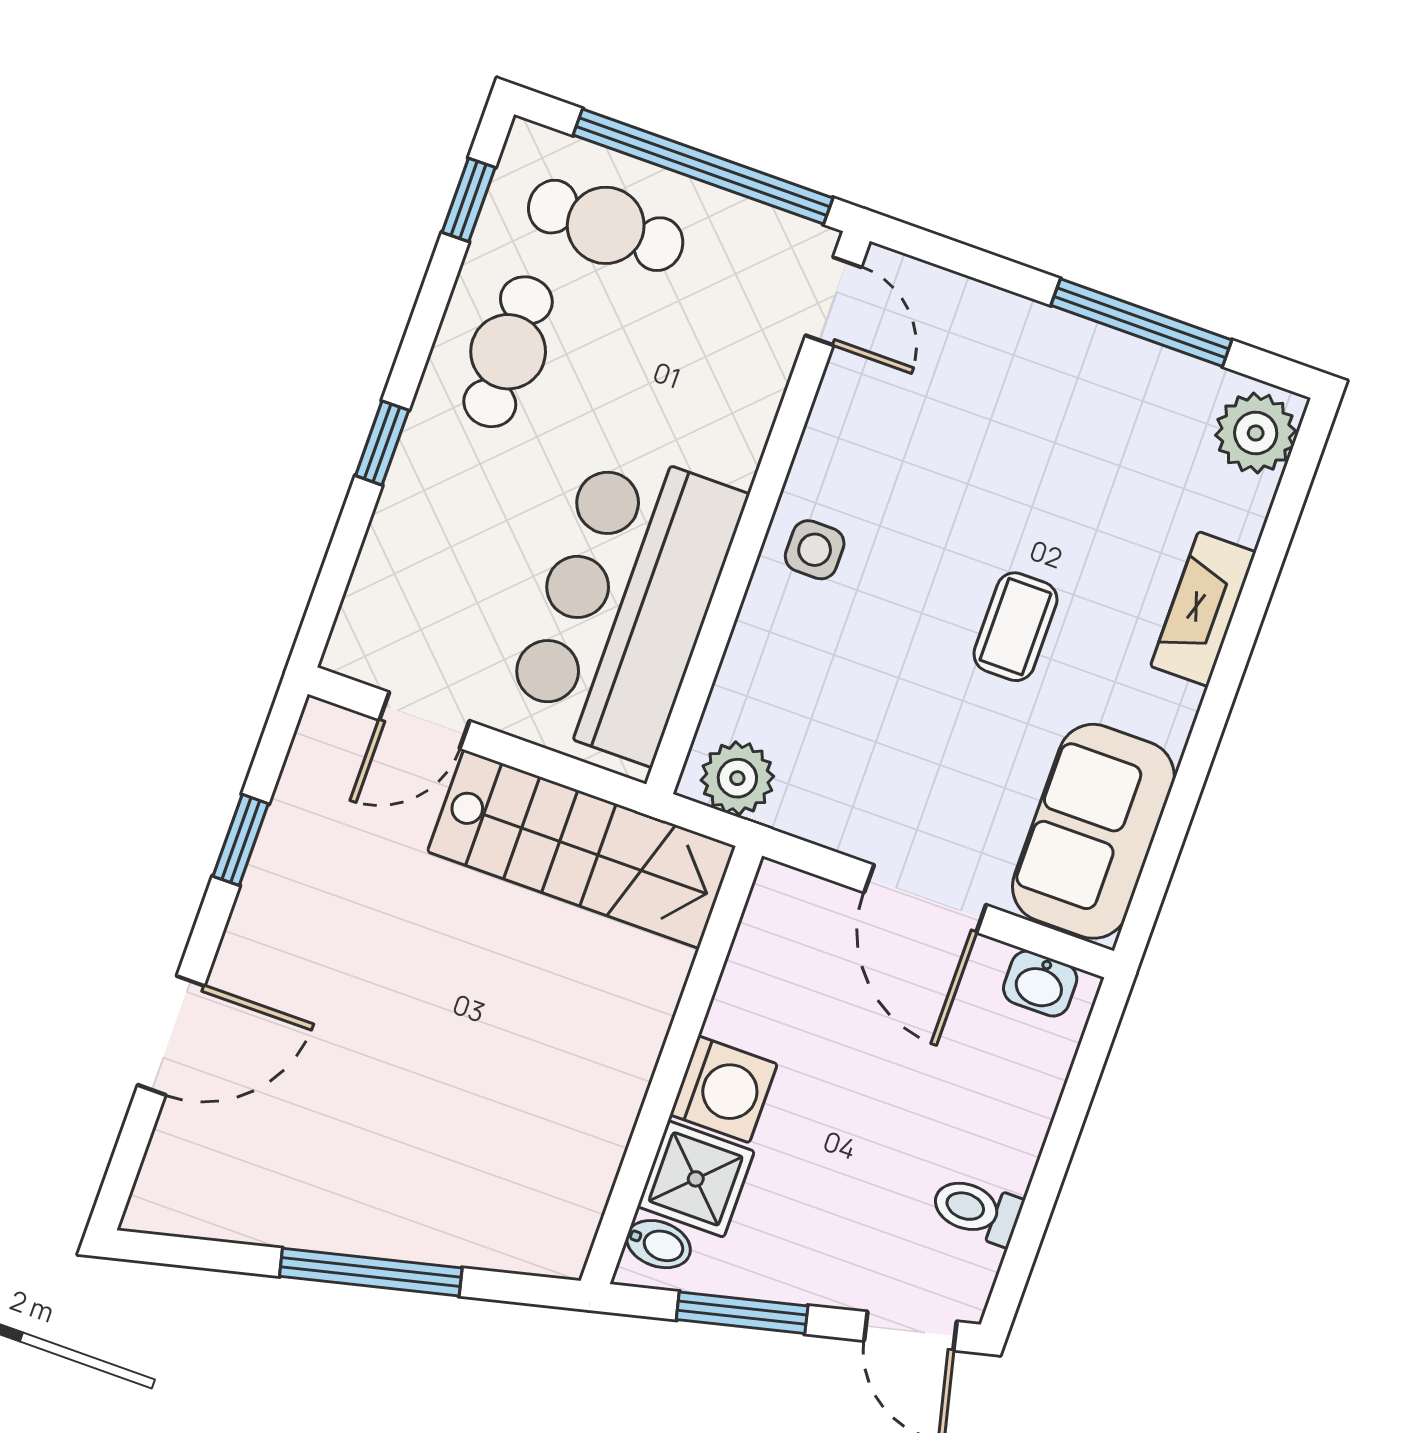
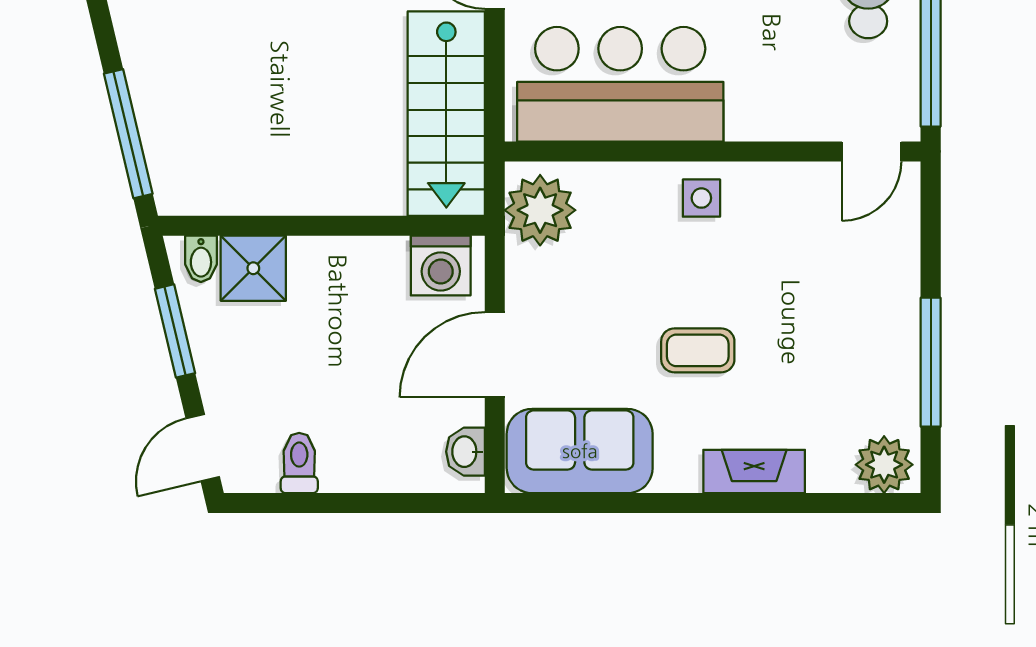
plant: (737, 778) -> (540, 210), width x1.36, depth x1.36
washing machine: (724, 1089) -> (441, 266), moved
window: (371, 1272) -> (128, 134), moved

